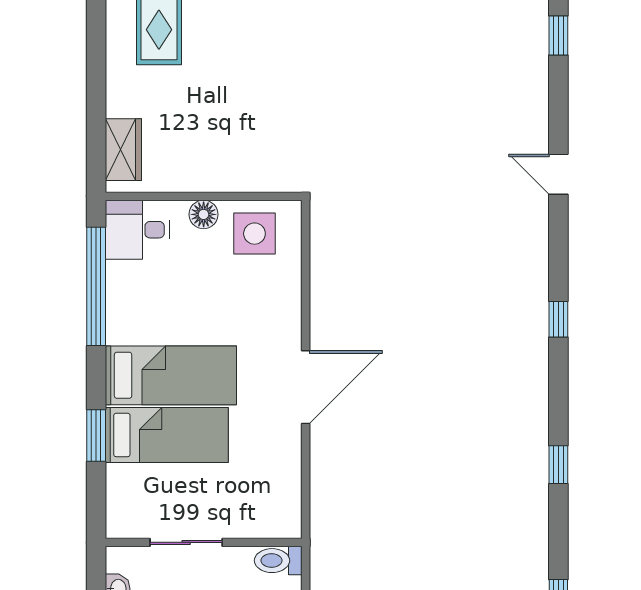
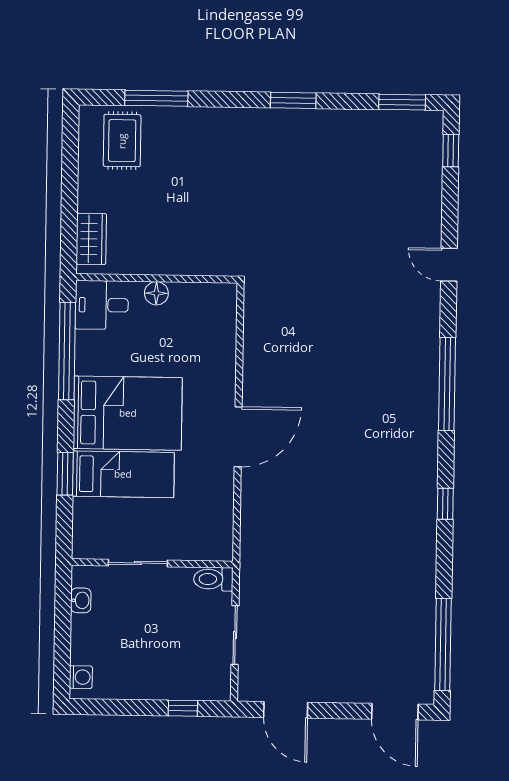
side table: (254, 234) -> (198, 310), removed
window: (558, 319) -> (447, 384), width x3.17
bed: (171, 375) -> (128, 413), width x1.50

